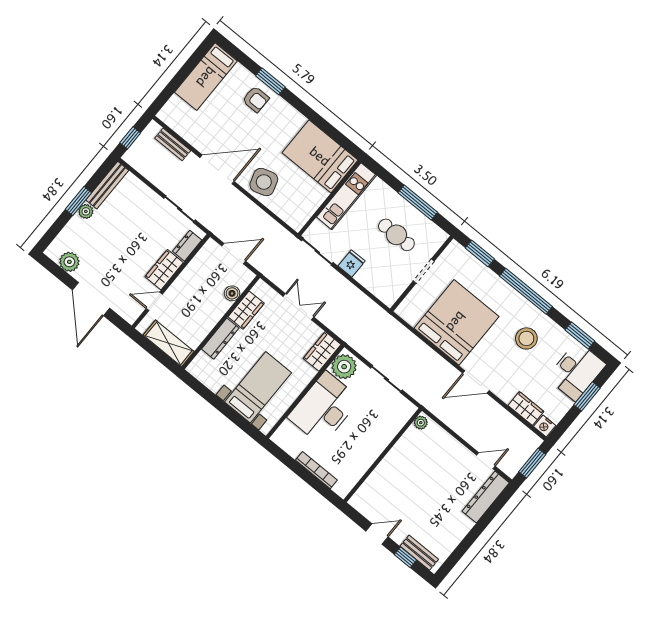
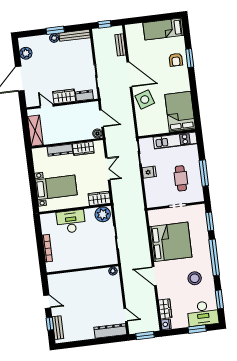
boiler: (232, 293) -> (97, 134), moved
desk: (324, 408) -> (71, 222), width x0.73, depth x0.77

